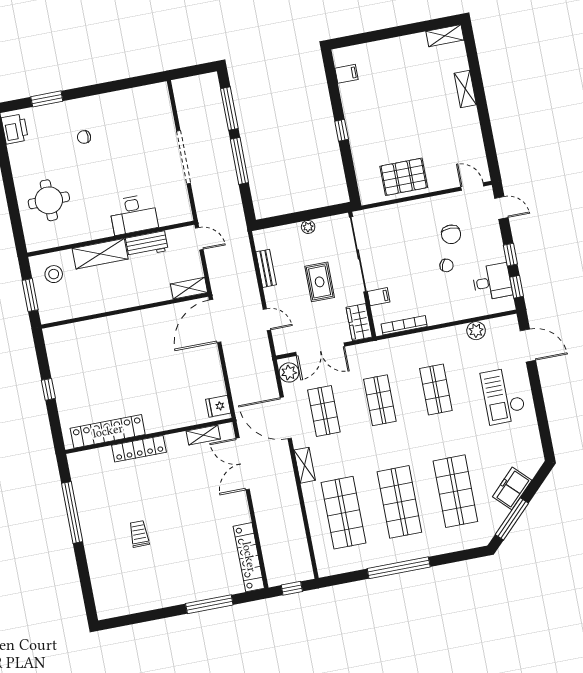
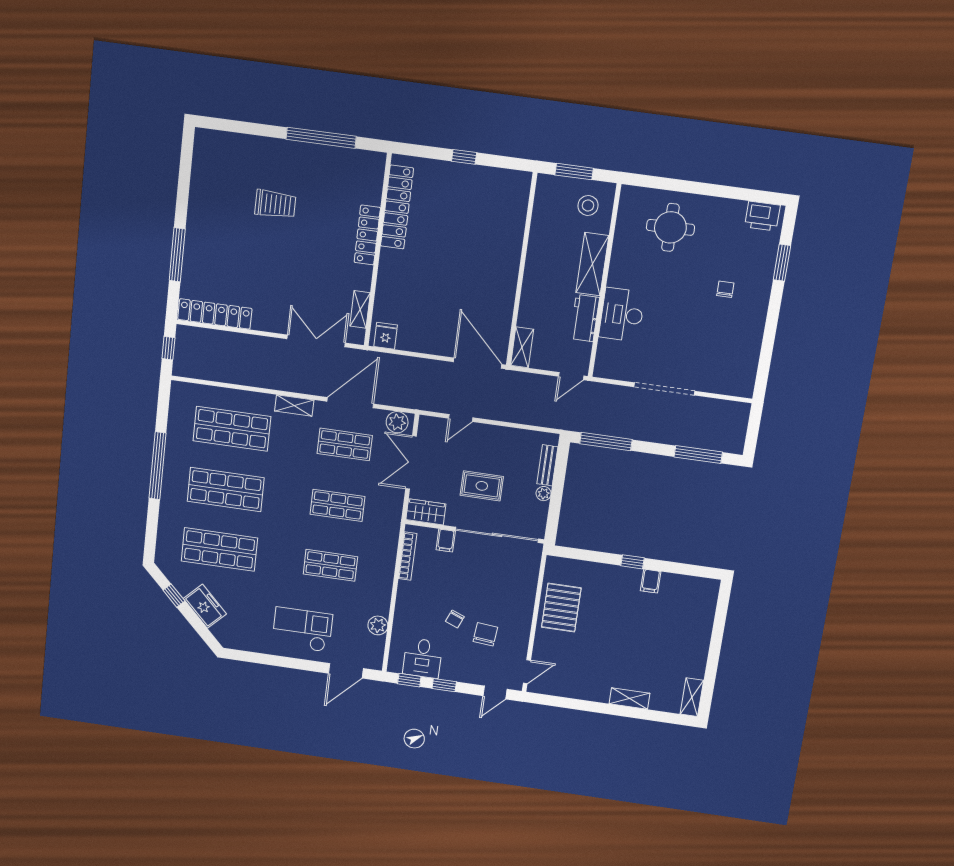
filing cabinet: (347, 74) -> (651, 581), moved
window: (239, 161) -> (606, 442), moved
chair: (451, 234) -> (485, 634), turned 95
bench: (266, 268) -> (547, 465), moved, turned 90
window: (512, 519) -> (174, 596), width x0.46
trolley: (139, 534) -> (275, 204), width x1.36, depth x1.39

